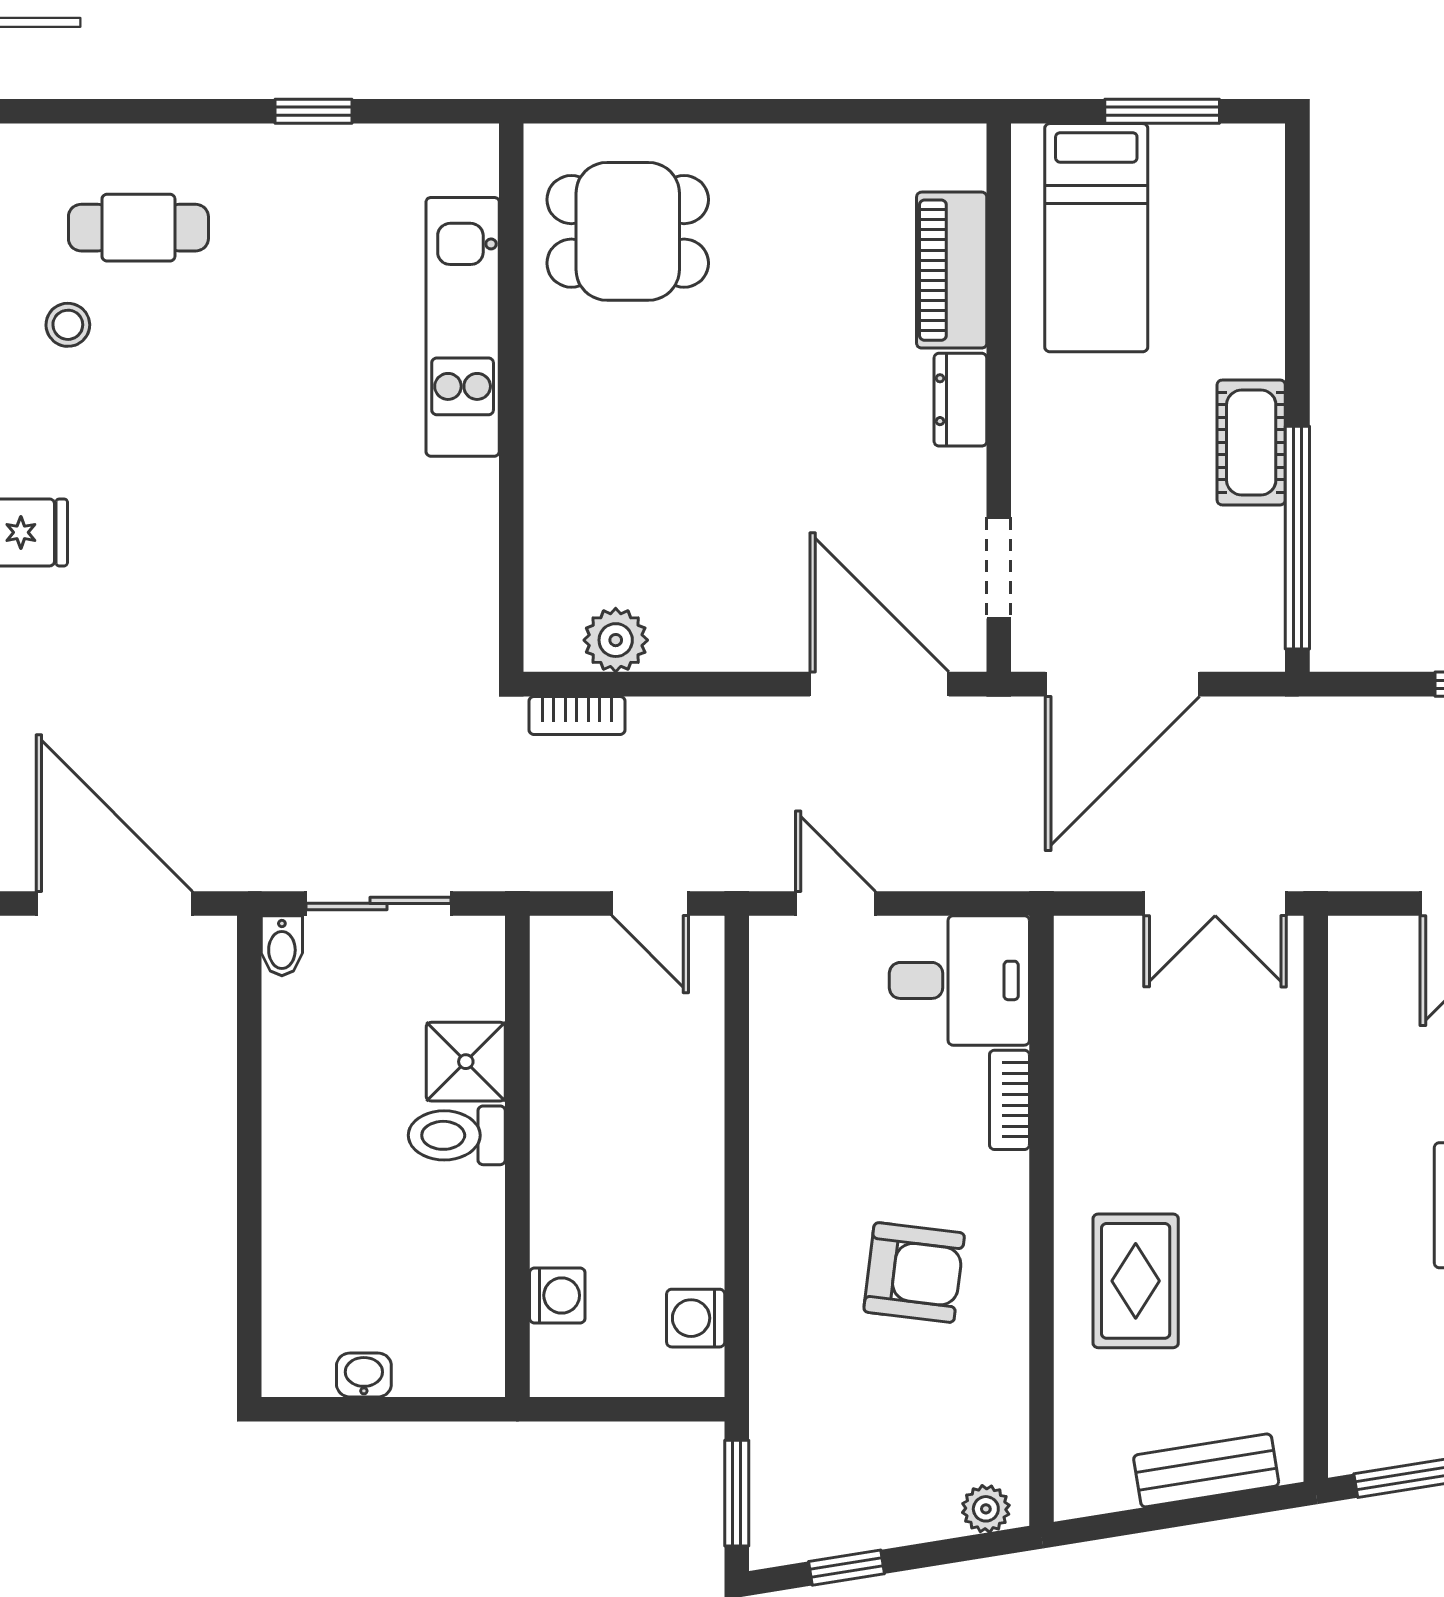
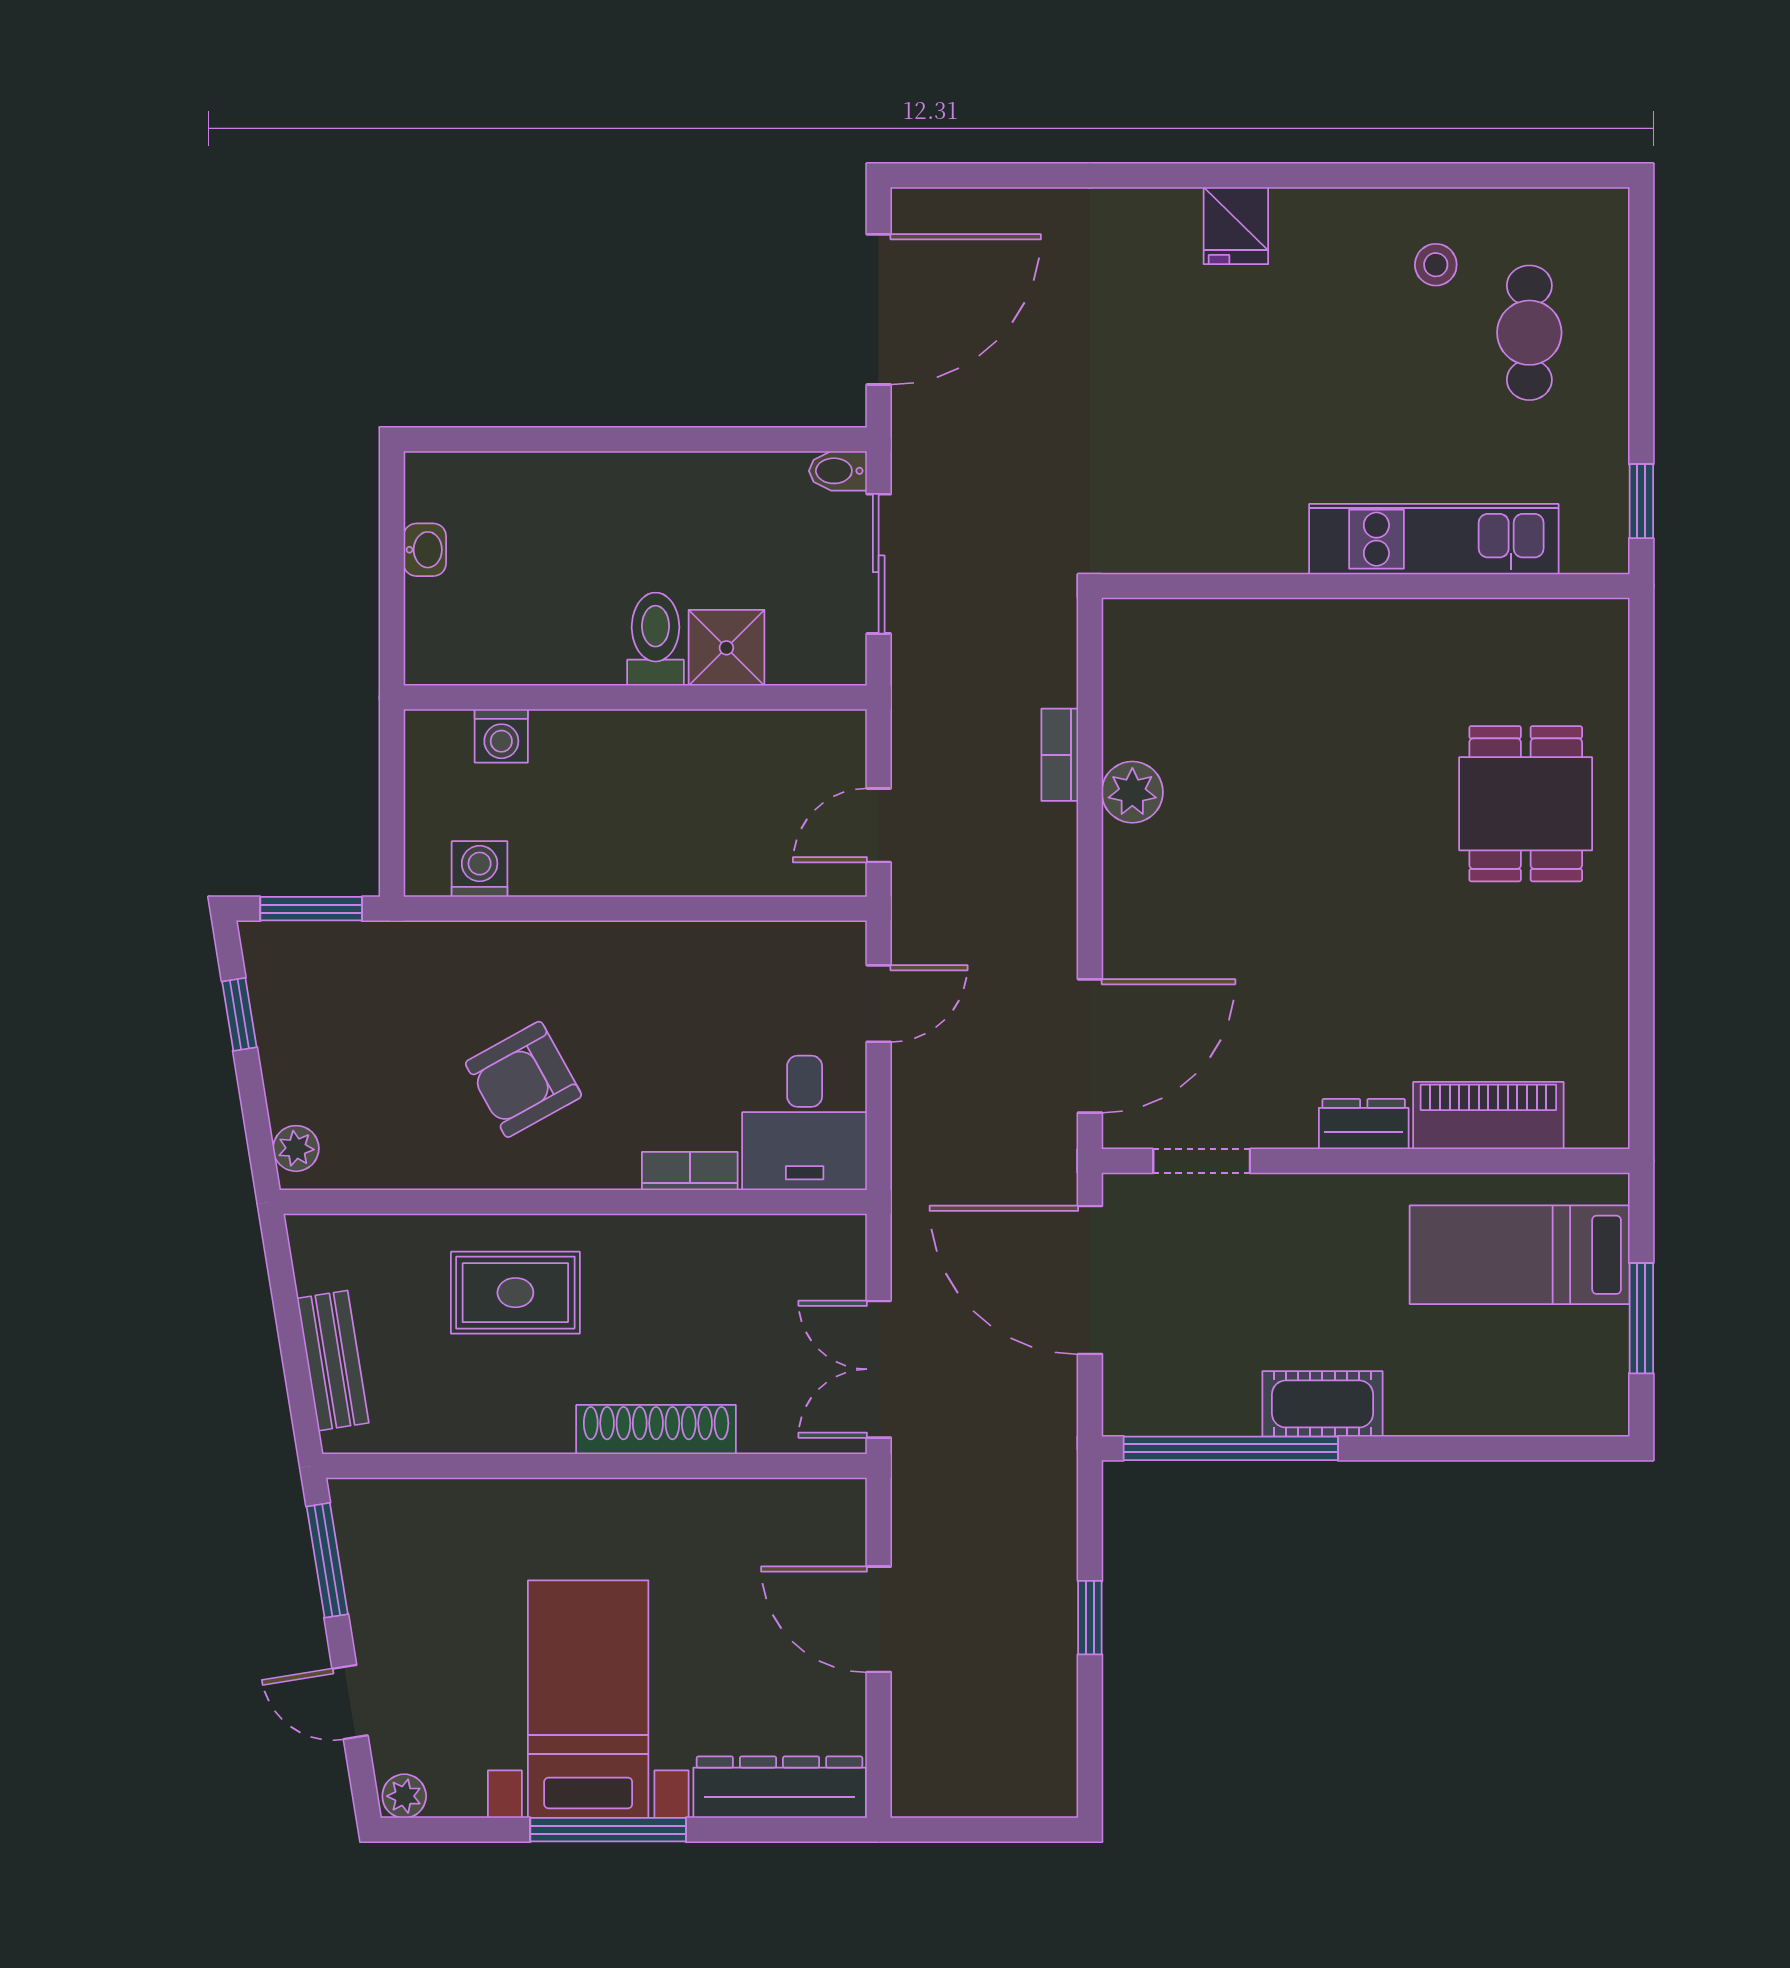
kitchen unit: (463, 327) -> (1434, 539), moved
wall: (511, 398) -> (1366, 586), moved
shoe rack: (1278, 1135) -> (656, 1430), added
armchair: (914, 1273) -> (523, 1079), turned 54

